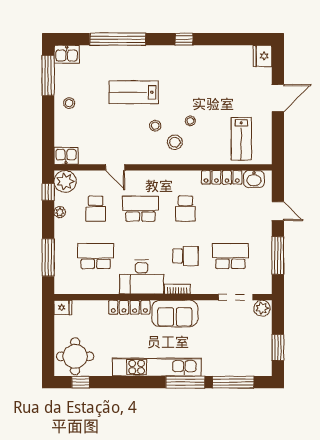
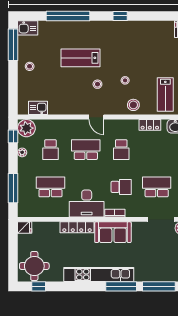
stool: (175, 142) -> (133, 105), moved
kitchen sink: (66, 156) -> (38, 108), moved
door: (115, 167) -> (96, 117), moved
locker: (222, 177) -> (150, 125), width x0.66

